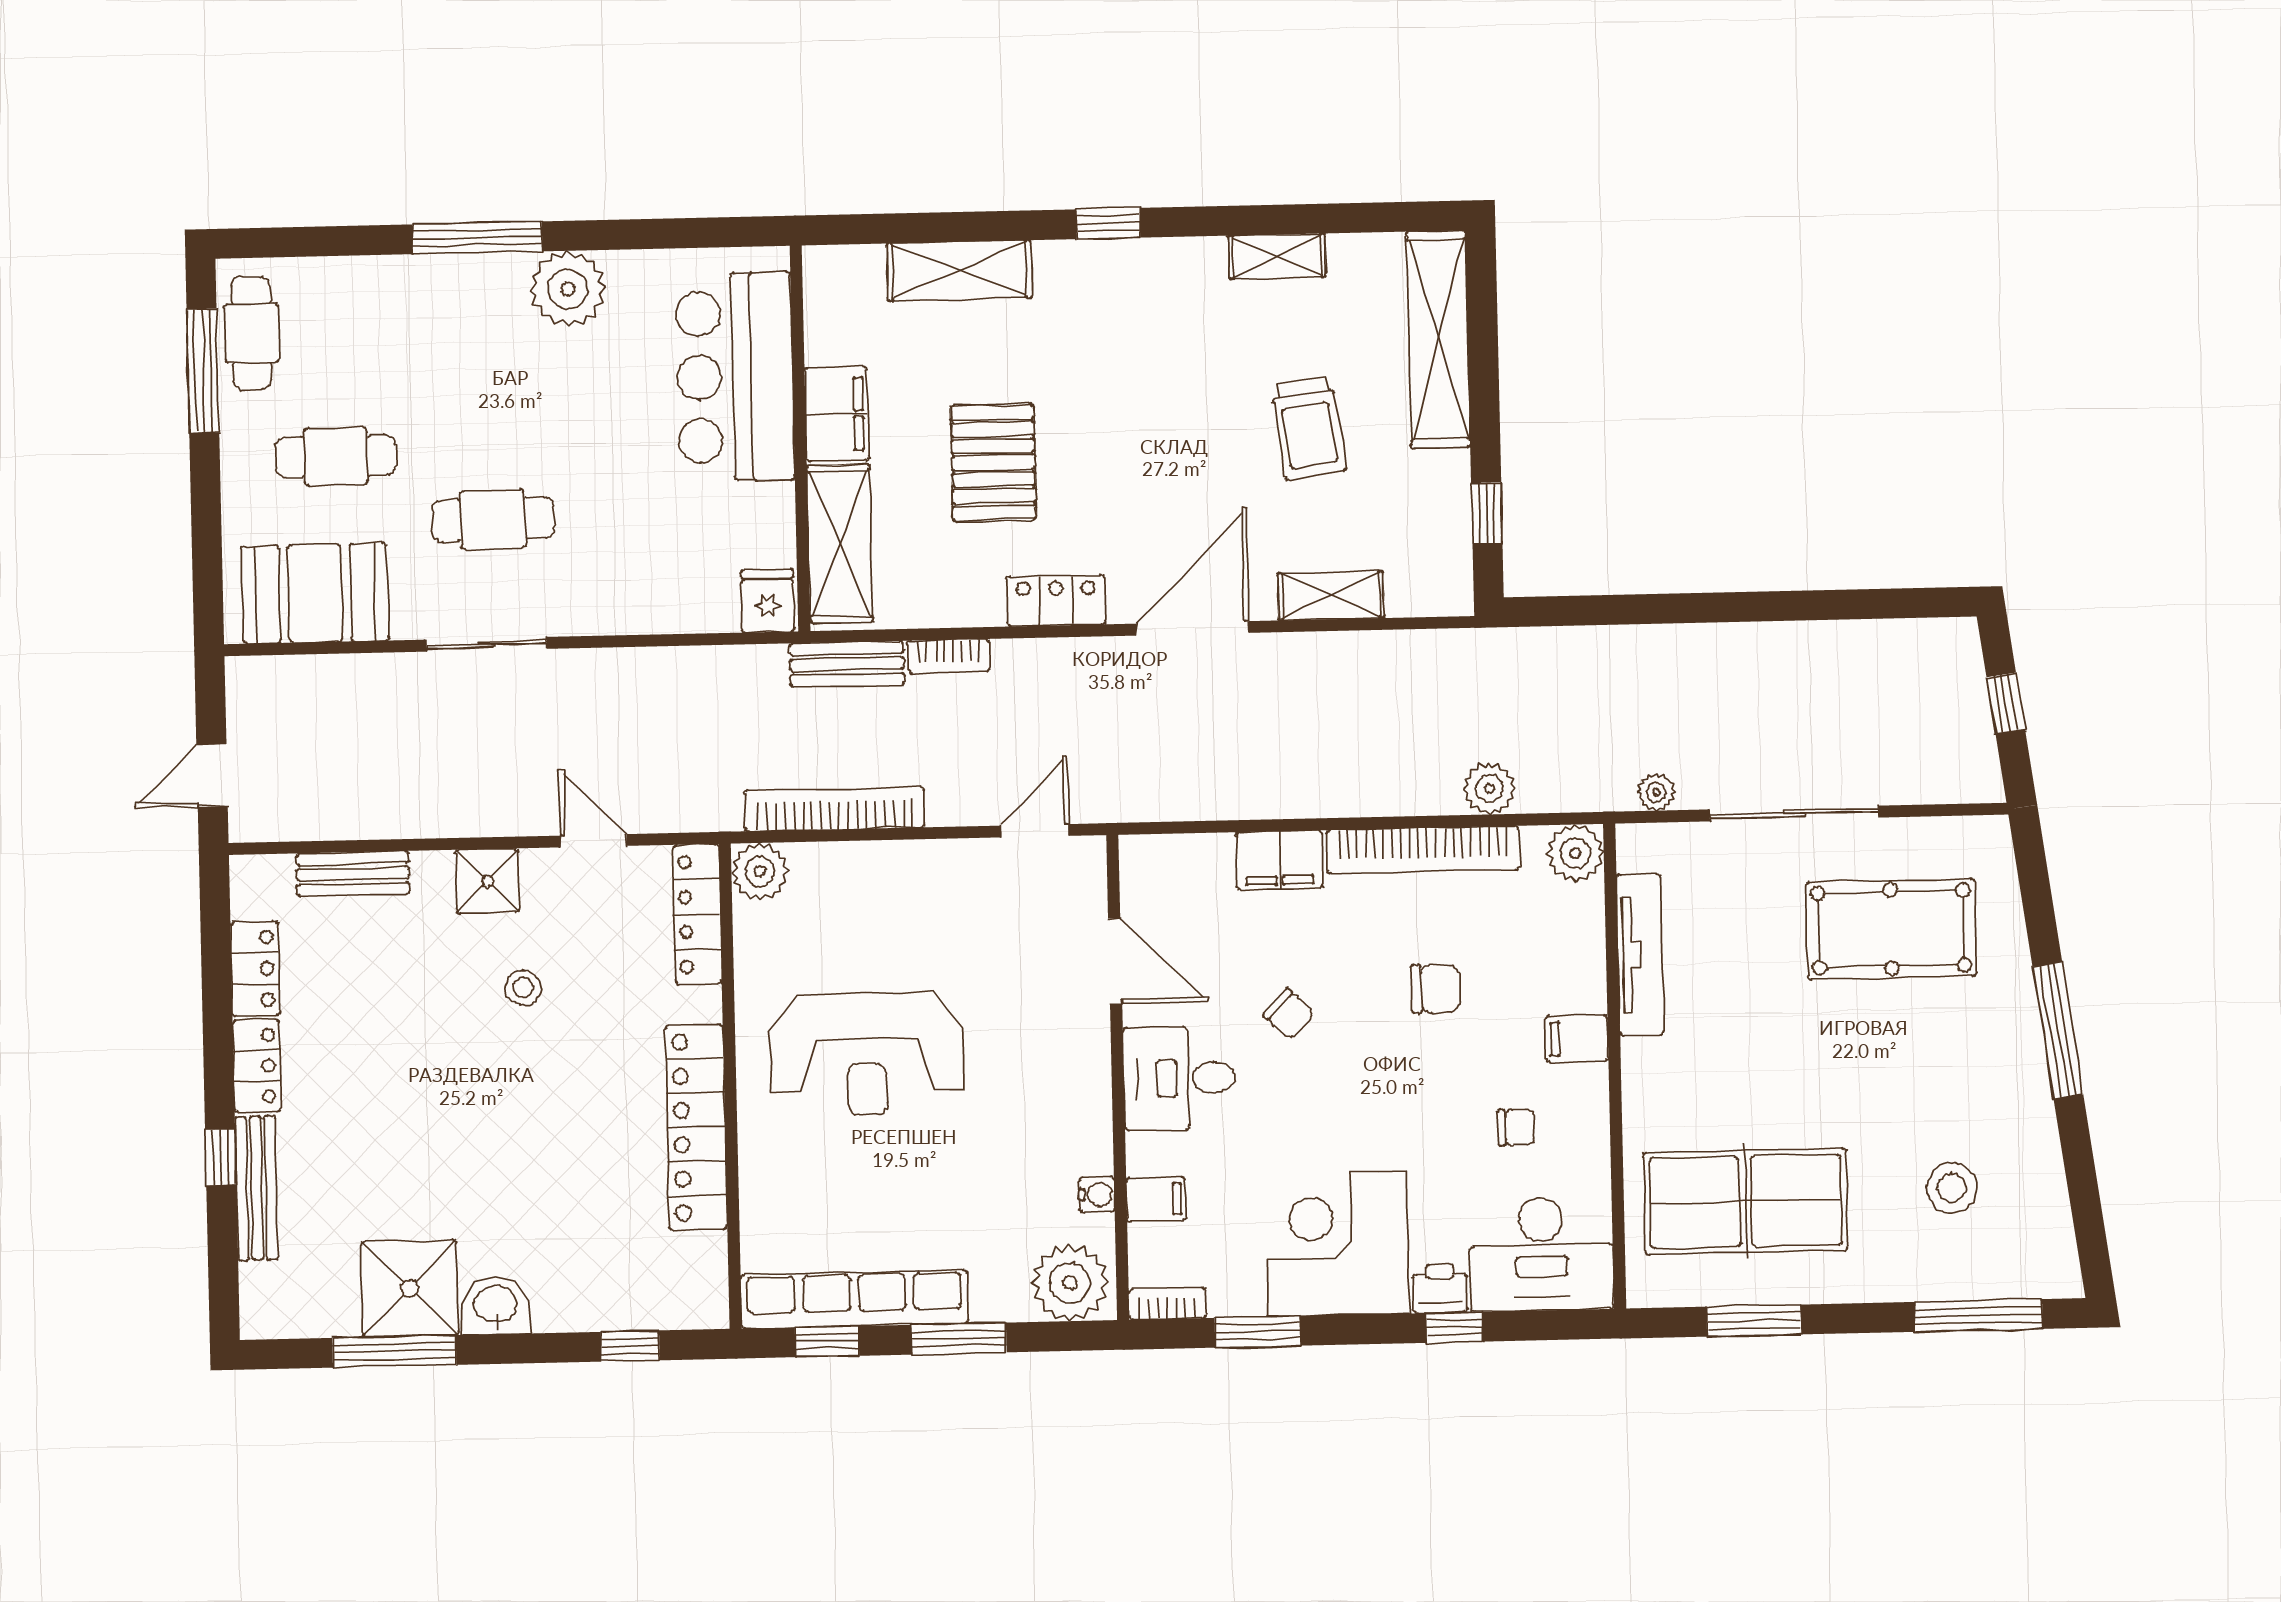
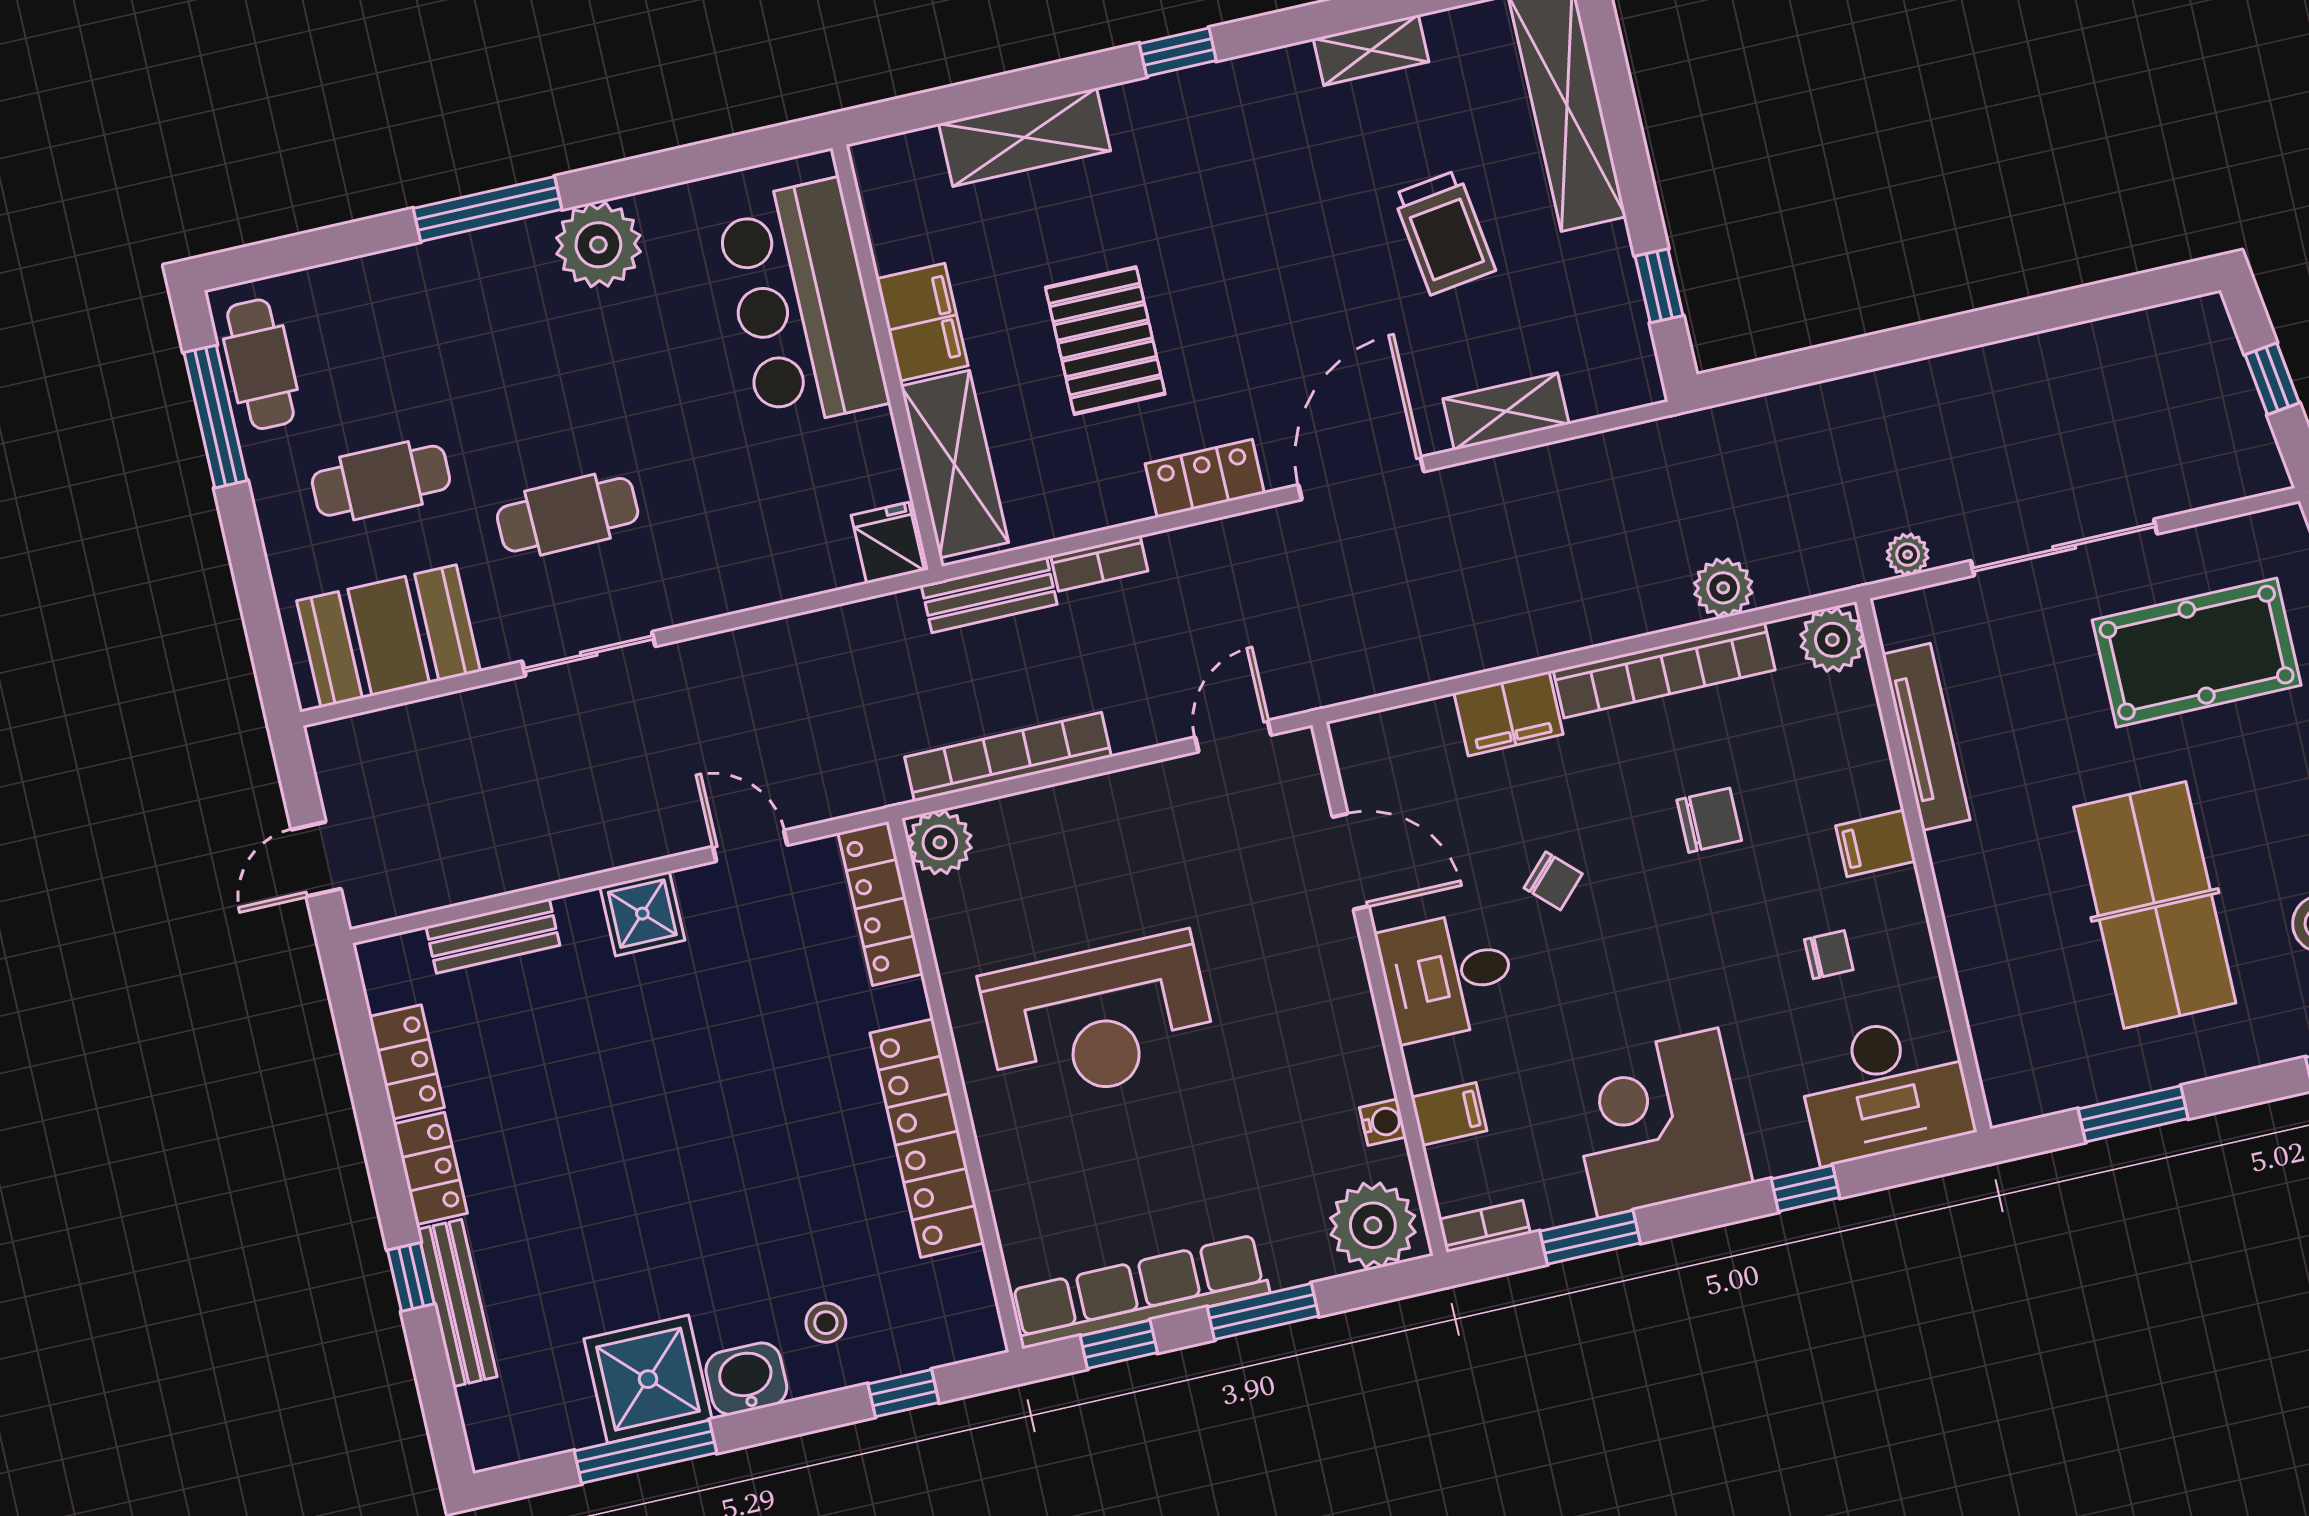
stool: (523, 988) -> (826, 1323), moved
table tennis table: (1746, 1201) -> (2155, 905), moved, turned 90
printer: (1440, 1288) -> (1781, 1149), removed

